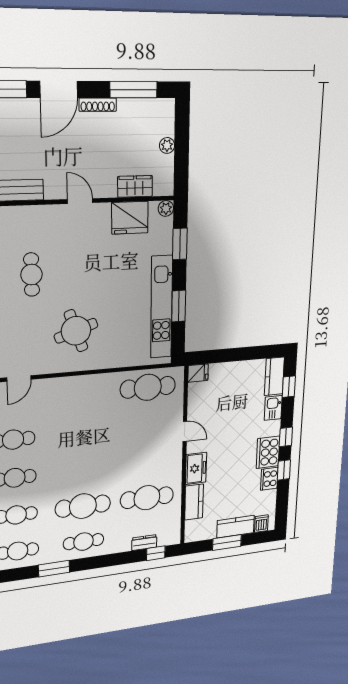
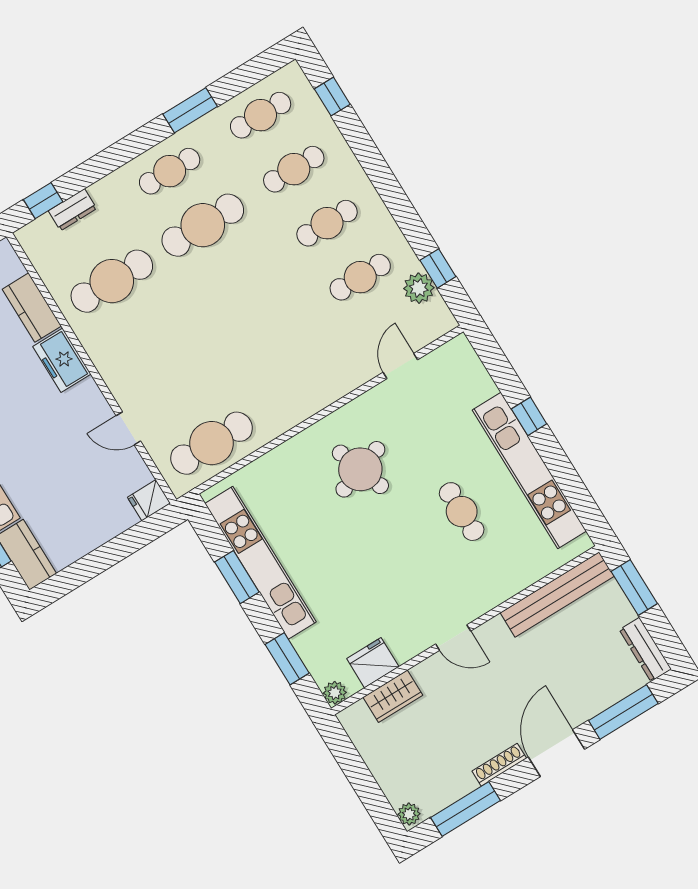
plant: (167, 145) -> (409, 814), moved
fridge: (130, 218) -> (373, 663), width x0.73, depth x0.75
door: (185, 431) -> (128, 428), moved

